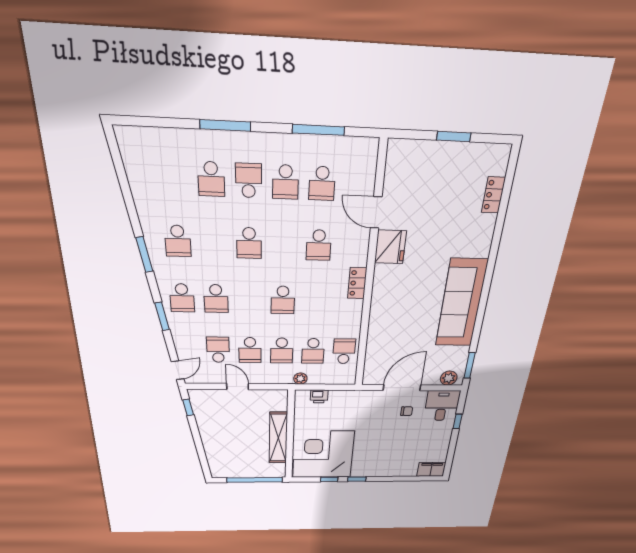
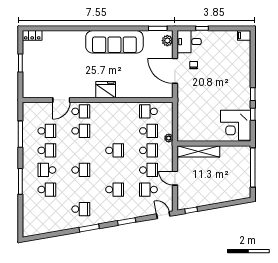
locker: (493, 195) -> (32, 35), moved
fridge: (390, 247) -> (106, 90), moved
locker: (357, 283) -> (103, 107), removed
school desk: (182, 298) -> (81, 111), moved
door: (238, 387) -> (175, 178), hinge flipped
printer: (319, 396) -> (182, 125), removed
shelving: (278, 438) -> (198, 151), moved
corner desk: (323, 455) -> (236, 125), width x0.74, depth x0.74
filing cabinet: (431, 469) -> (244, 36), width x0.50

